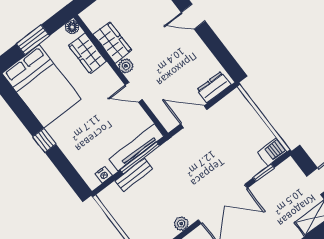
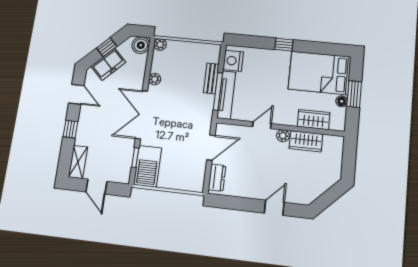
floor lamp: (72, 27) -> (342, 101), moved
barbecue: (272, 152) -> (148, 166), width x1.88, depth x1.53
nightstand: (103, 175) -> (233, 61), width x1.89, depth x1.79

